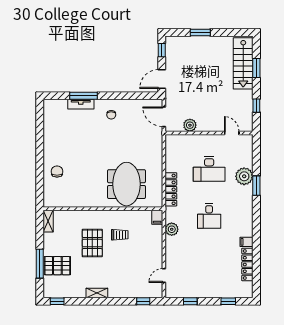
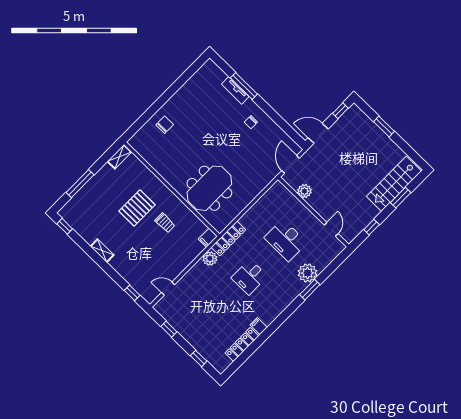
locker: (171, 189) -> (228, 238), moved
pallet: (57, 266) -> (92, 199), removed

